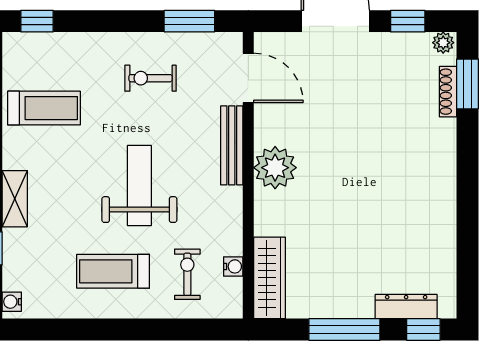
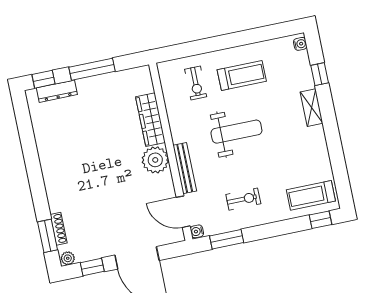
treadmill: (44, 108) -> (311, 195), moved
weight bench: (139, 186) -> (236, 132), turned -90
water cooler: (233, 266) -> (197, 231), moved
wardrobe: (269, 278) -> (150, 120), moved

